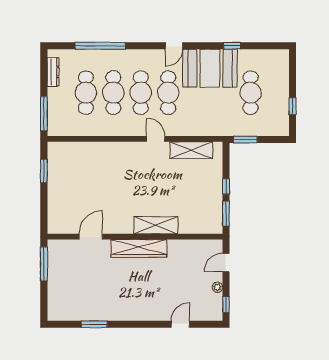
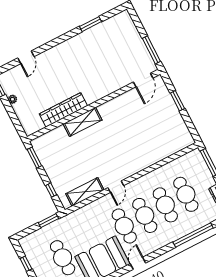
door: (156, 139) -> (116, 187), hinge flipped
window: (44, 171) -> (177, 101), moved
window: (226, 187) -> (51, 190), moved
door: (91, 237) -> (143, 80), moved
wardrobe: (139, 248) -> (63, 110), moved
door: (226, 263) -> (16, 121), removed

